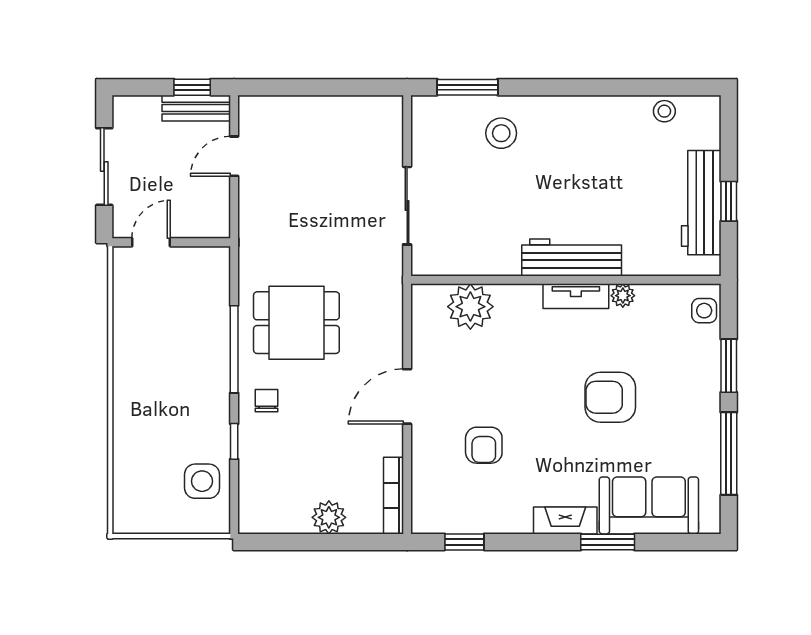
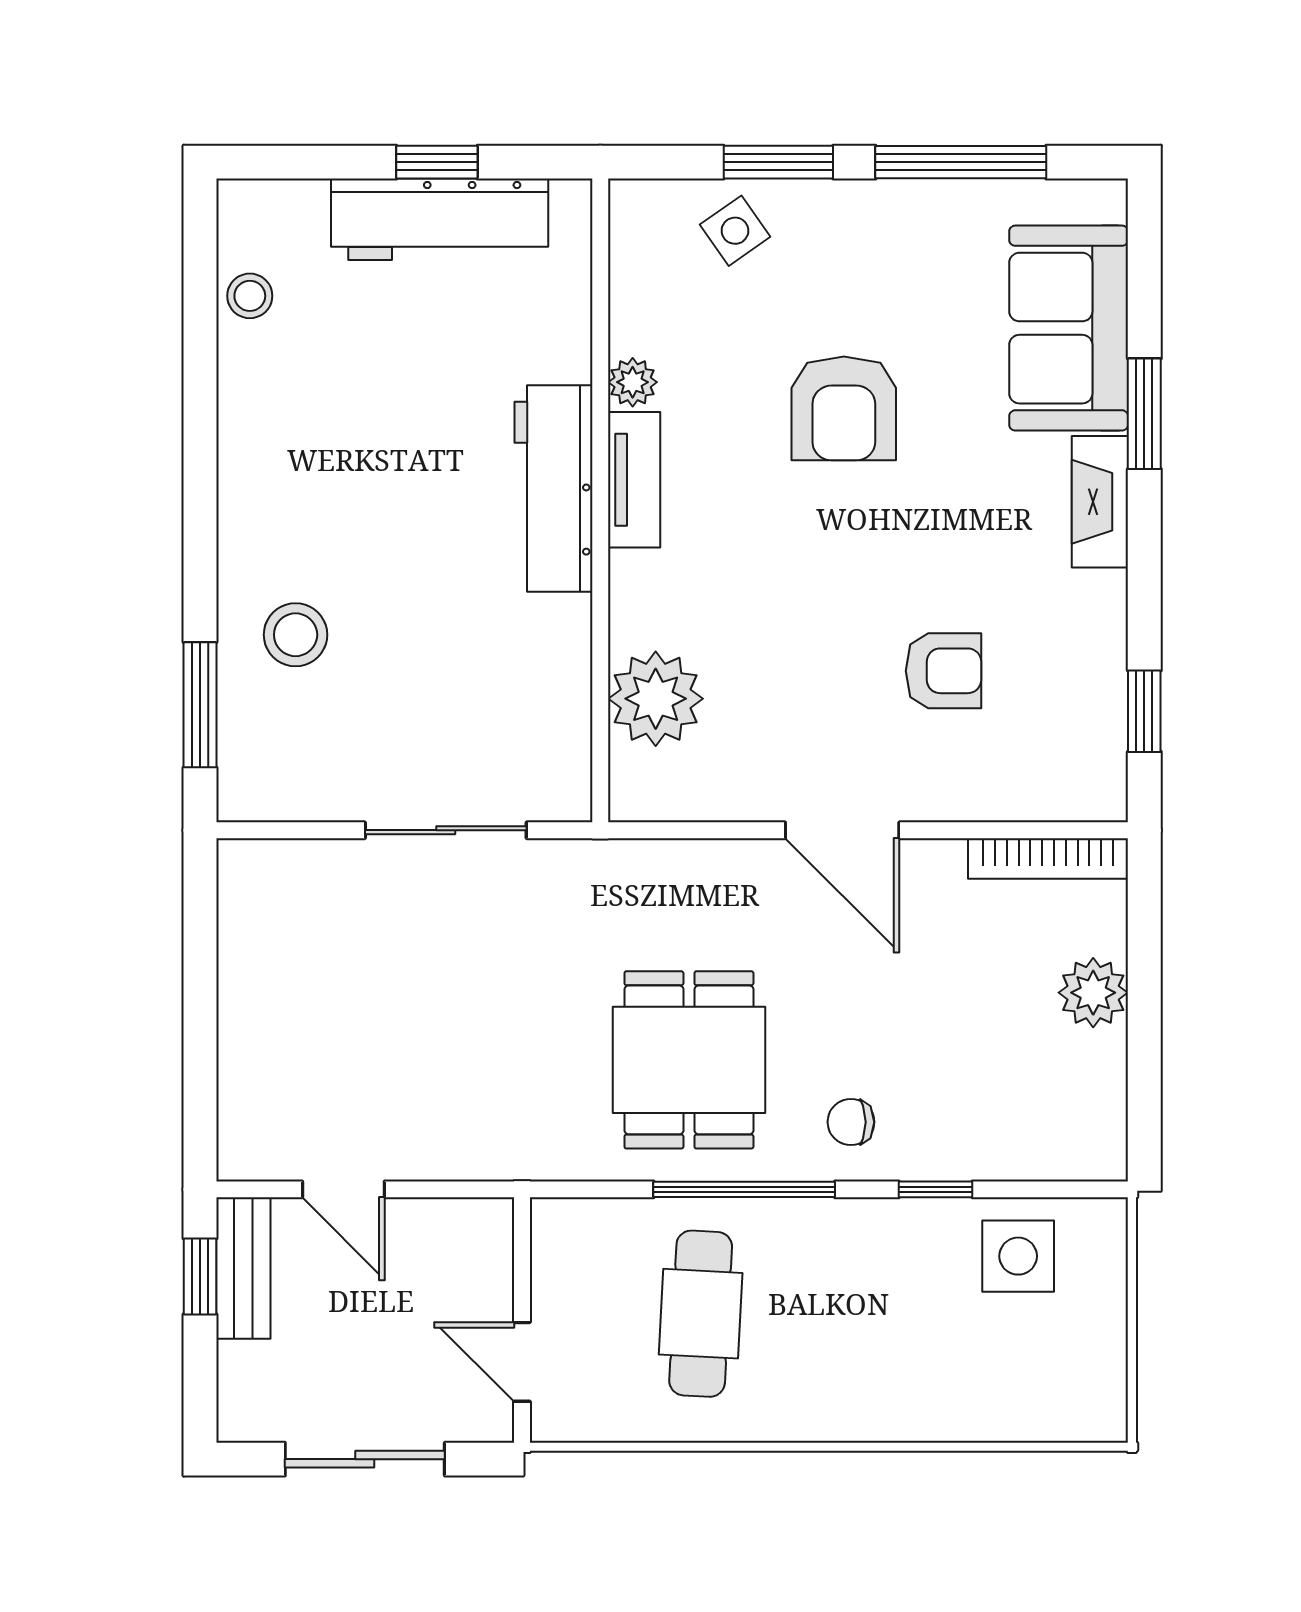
side table: (704, 311) -> (735, 231), moved, turned -35
cafe table: (174, 328) -> (701, 1314), added

